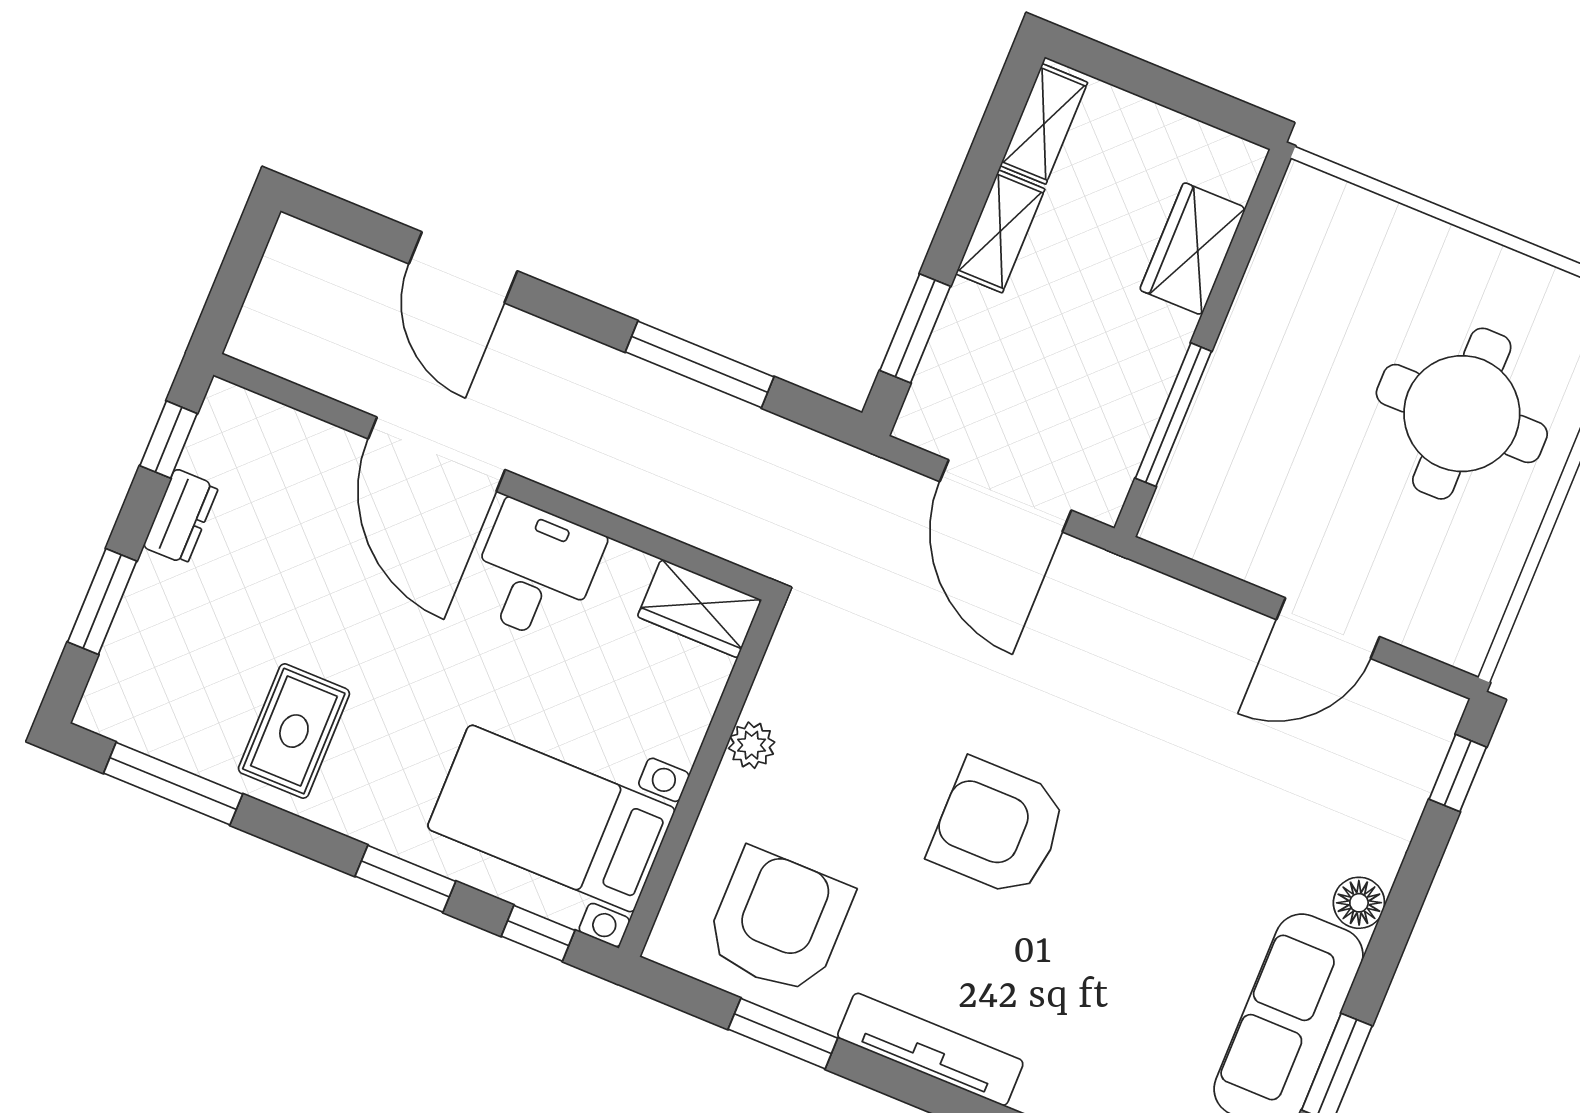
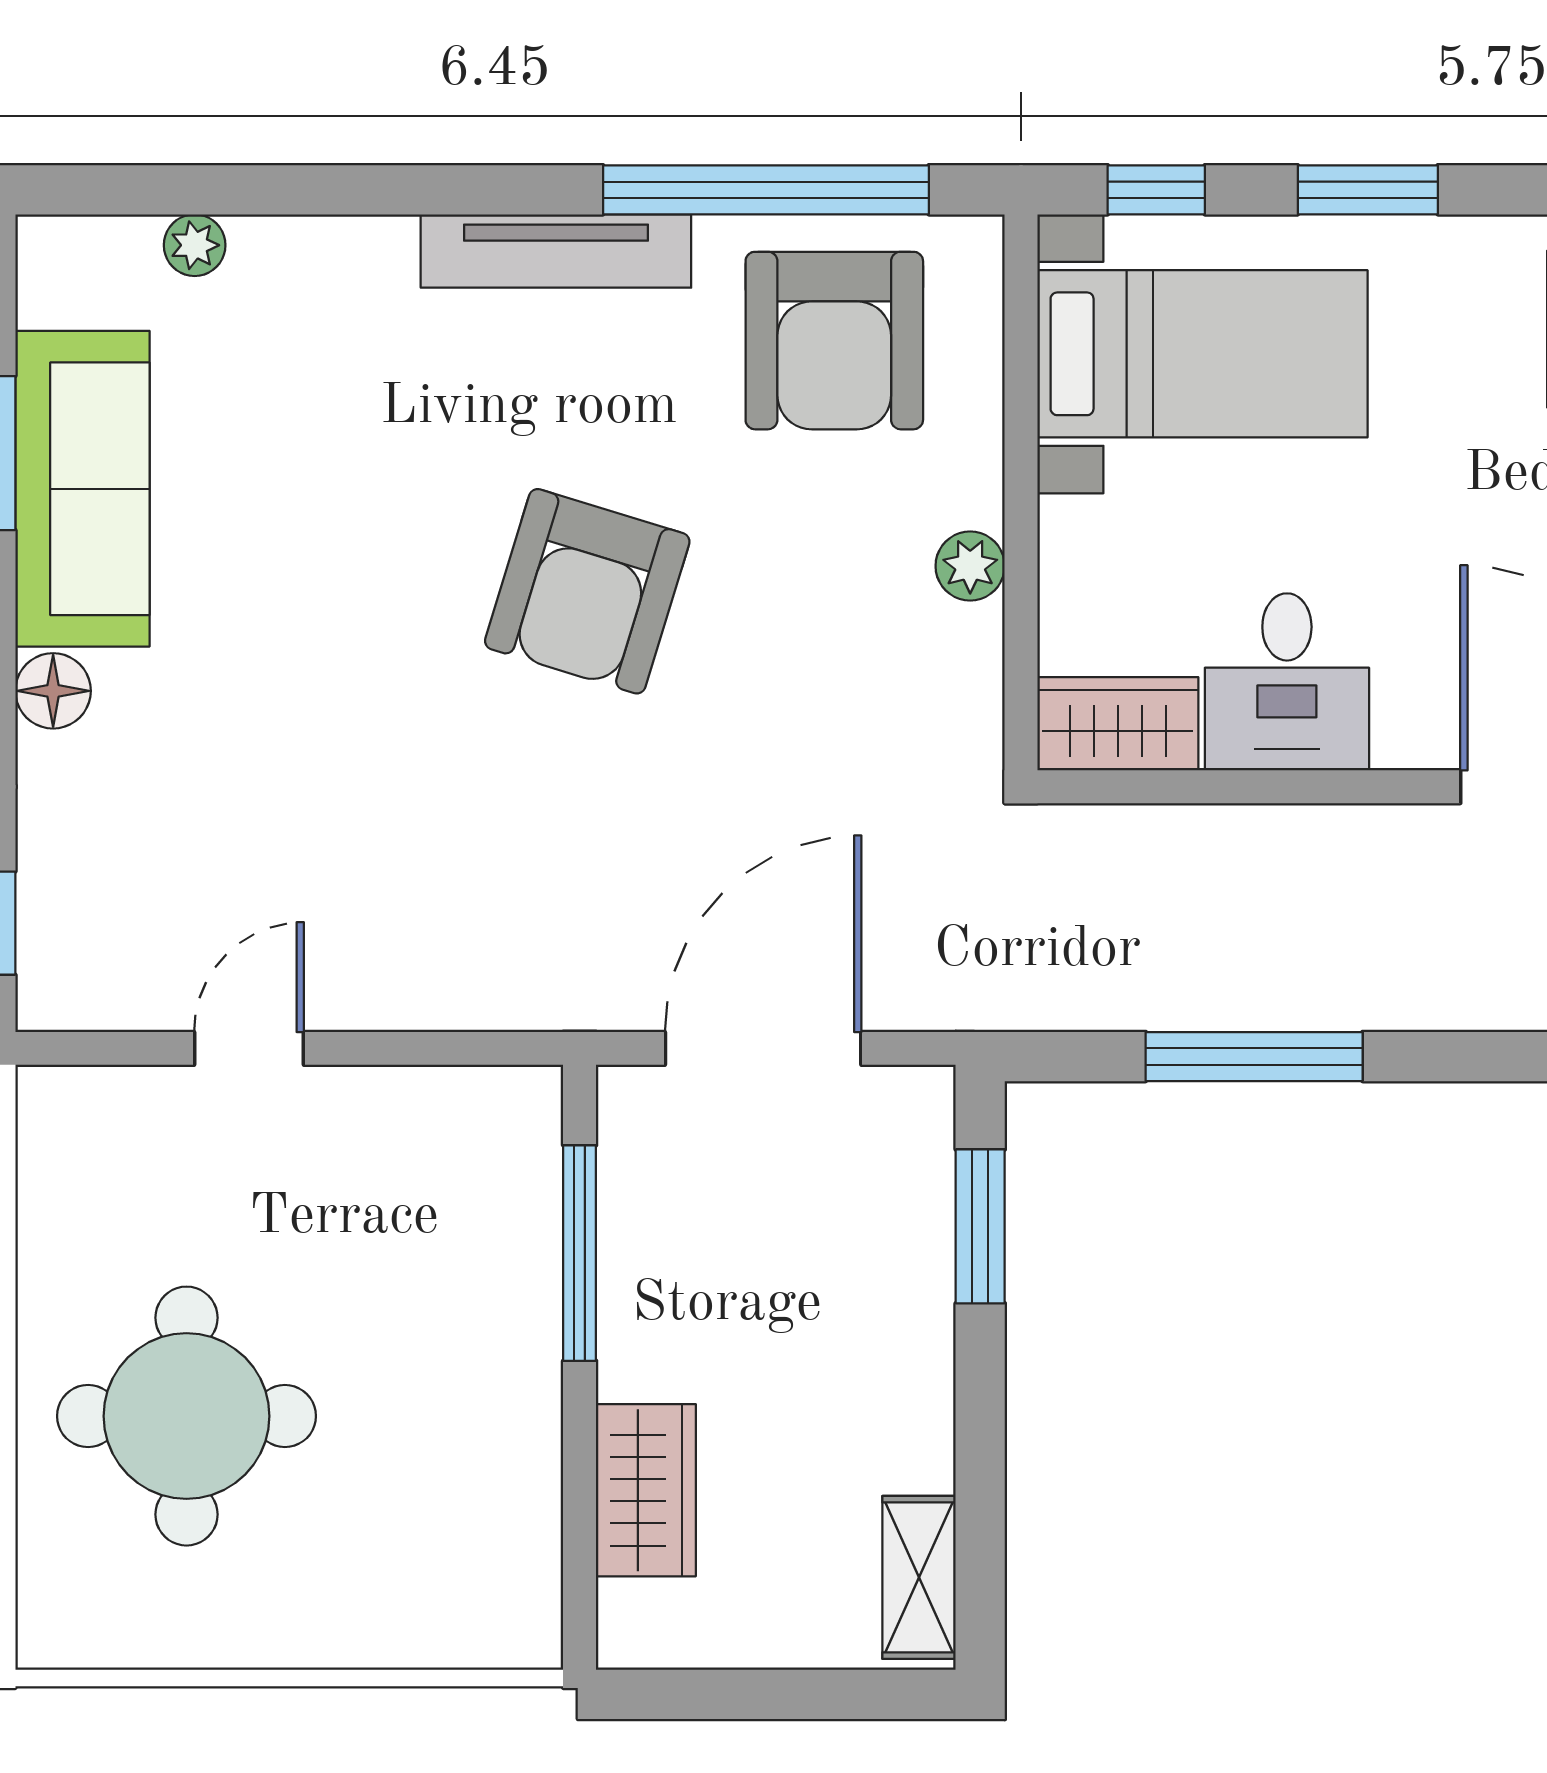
shelving: (1000, 231) -> (918, 1406), removed
door: (1006, 496) -> (763, 1048), hinge flipped
desk: (535, 572) -> (1287, 682), moved
door: (1328, 628) -> (249, 1048), width x0.73
armchair: (998, 828) -> (587, 591), turned 107
window: (783, 1034) -> (766, 190), width x2.11

